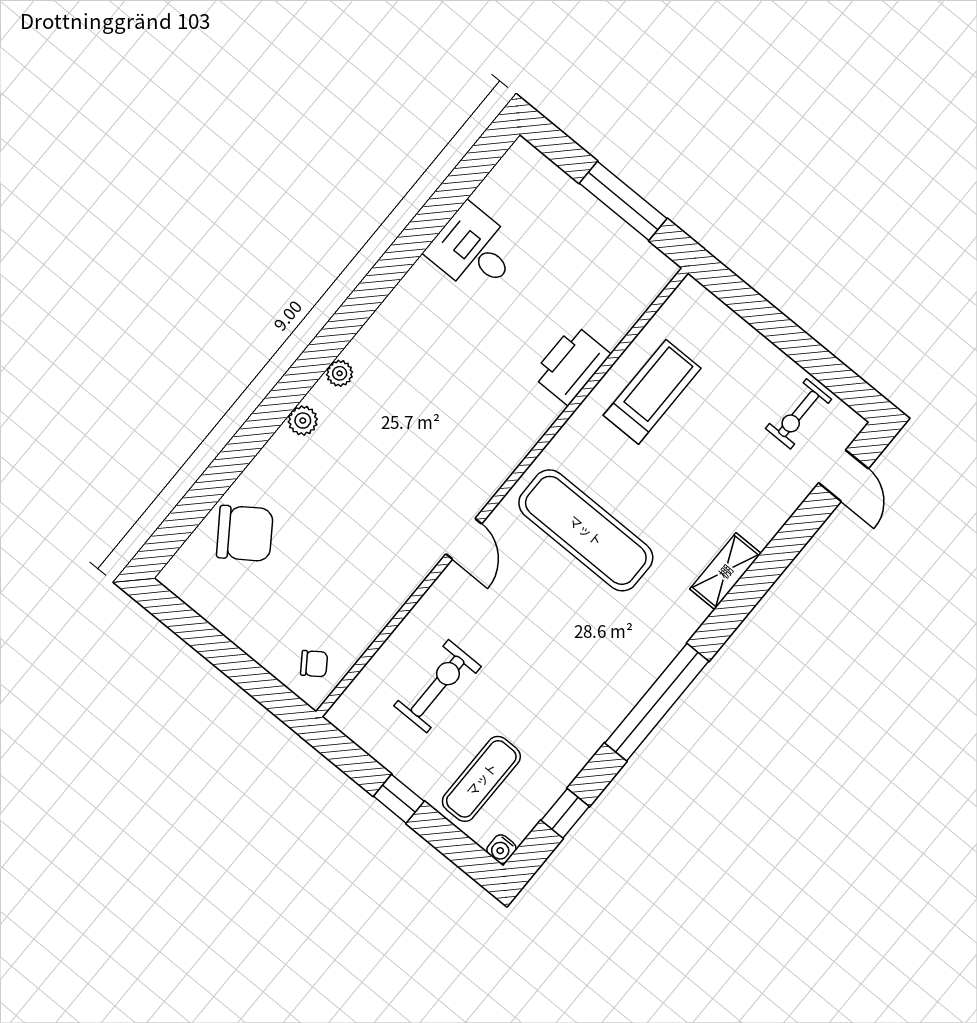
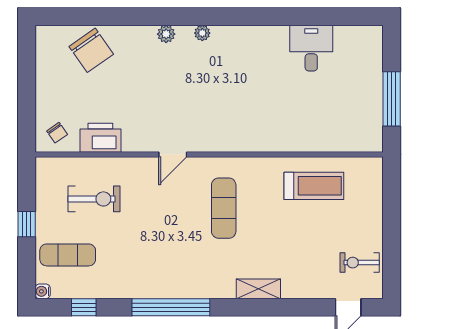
printer: (571, 365) -> (100, 138), moved
exercise mat: (586, 530) -> (224, 208), width x0.73, depth x0.69

